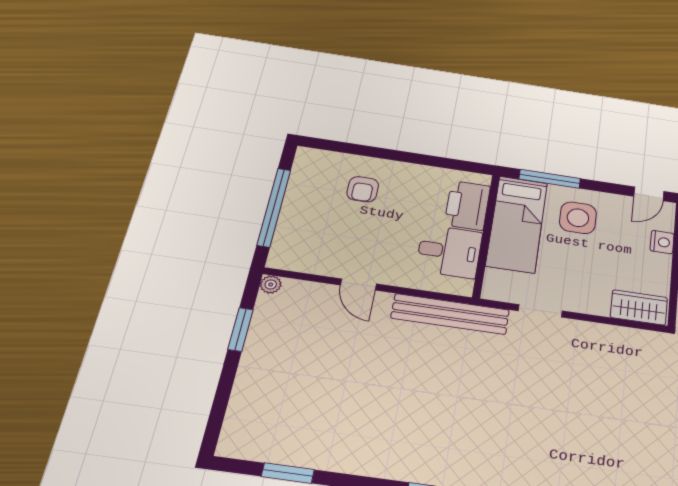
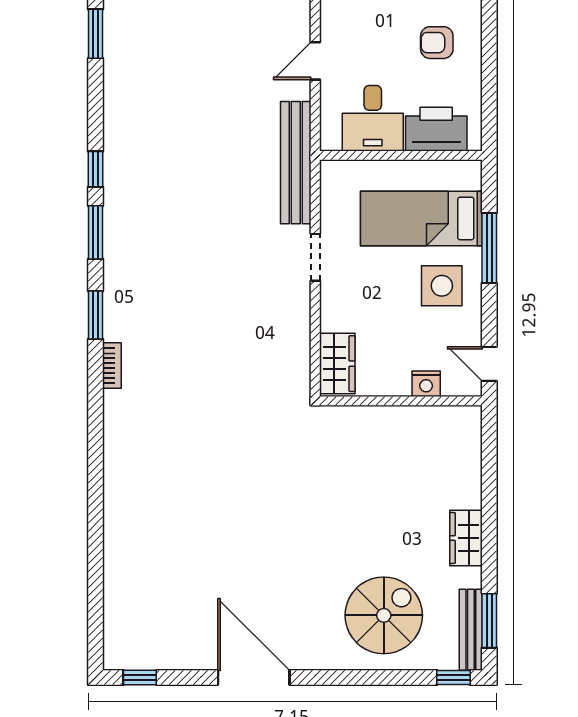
printer: (467, 205) -> (436, 129), moved
wall: (486, 235) -> (401, 155), moved
desk: (449, 251) -> (373, 118), moved

